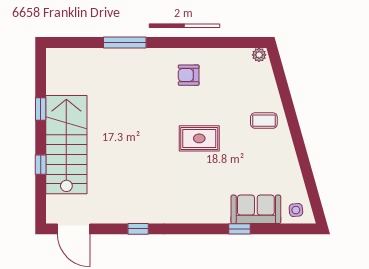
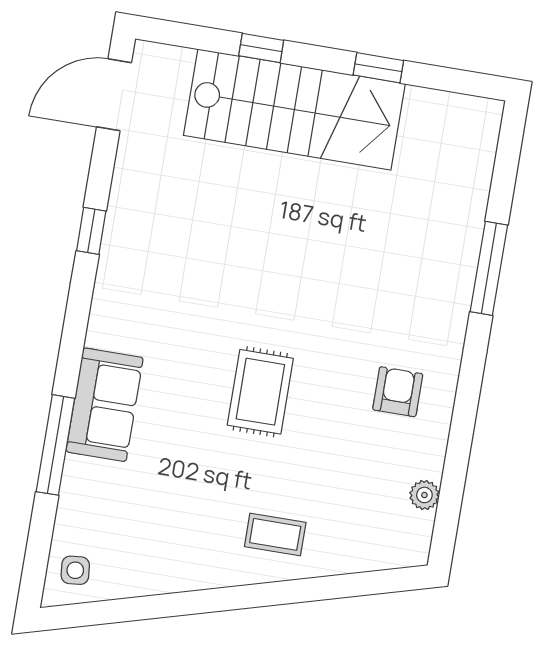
plant: (259, 55) -> (424, 495), moved
coffee table: (264, 121) -> (275, 534), turned 90
sofa: (256, 209) -> (105, 405), moved
window: (240, 229) -> (55, 445), width x2.17

